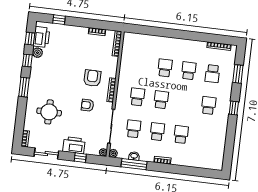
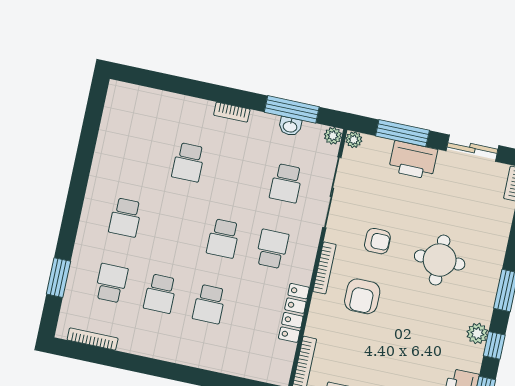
plant: (37, 53) -> (477, 333), moved
locker: (124, 67) -> (294, 313), added
school desk: (137, 97) -> (272, 249), turned 180
window: (234, 108) -> (73, 207), removed
round table: (49, 112) -> (440, 260), moved
school desk: (157, 132) -> (237, 173), removed
window: (80, 158) -> (402, 133), width x2.17

